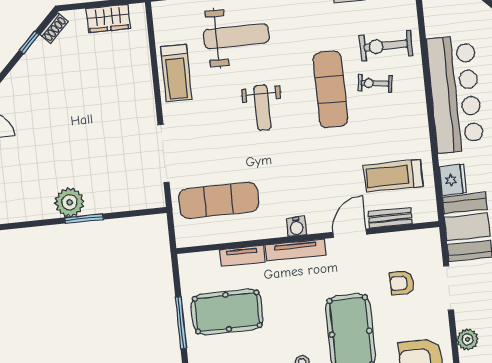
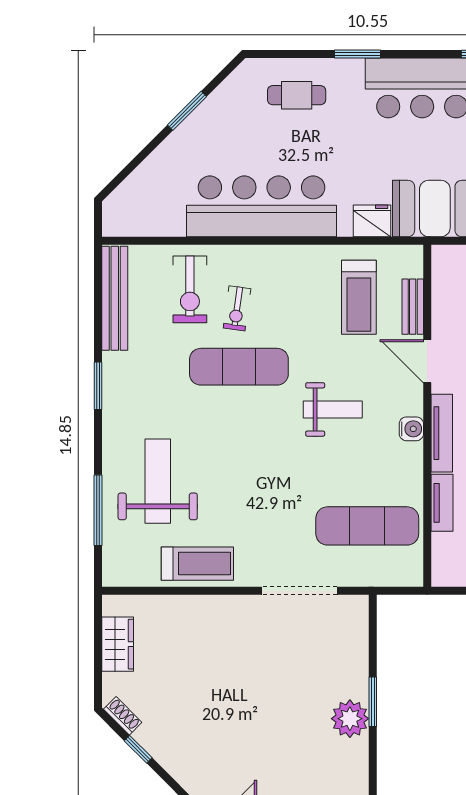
weight bench: (262, 108) -> (333, 409), moved
exercise mat: (219, 200) -> (367, 526), turned 90

